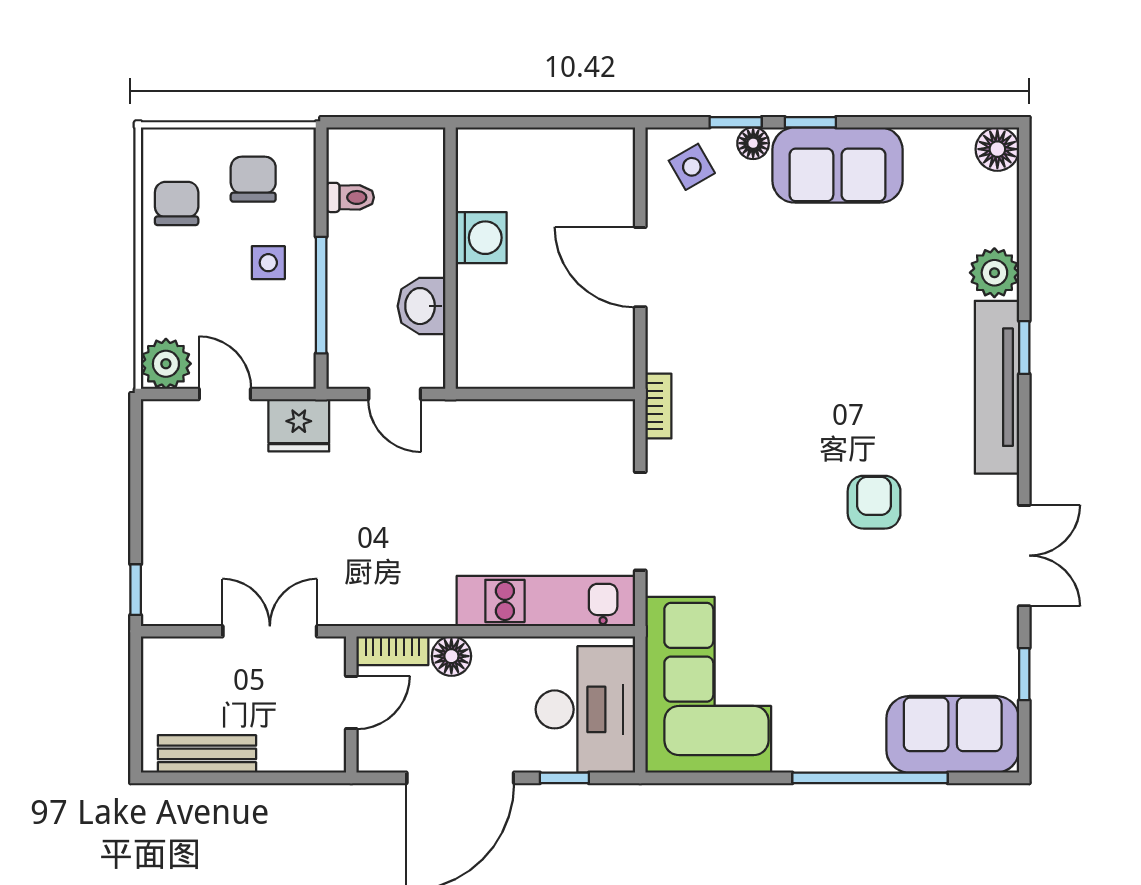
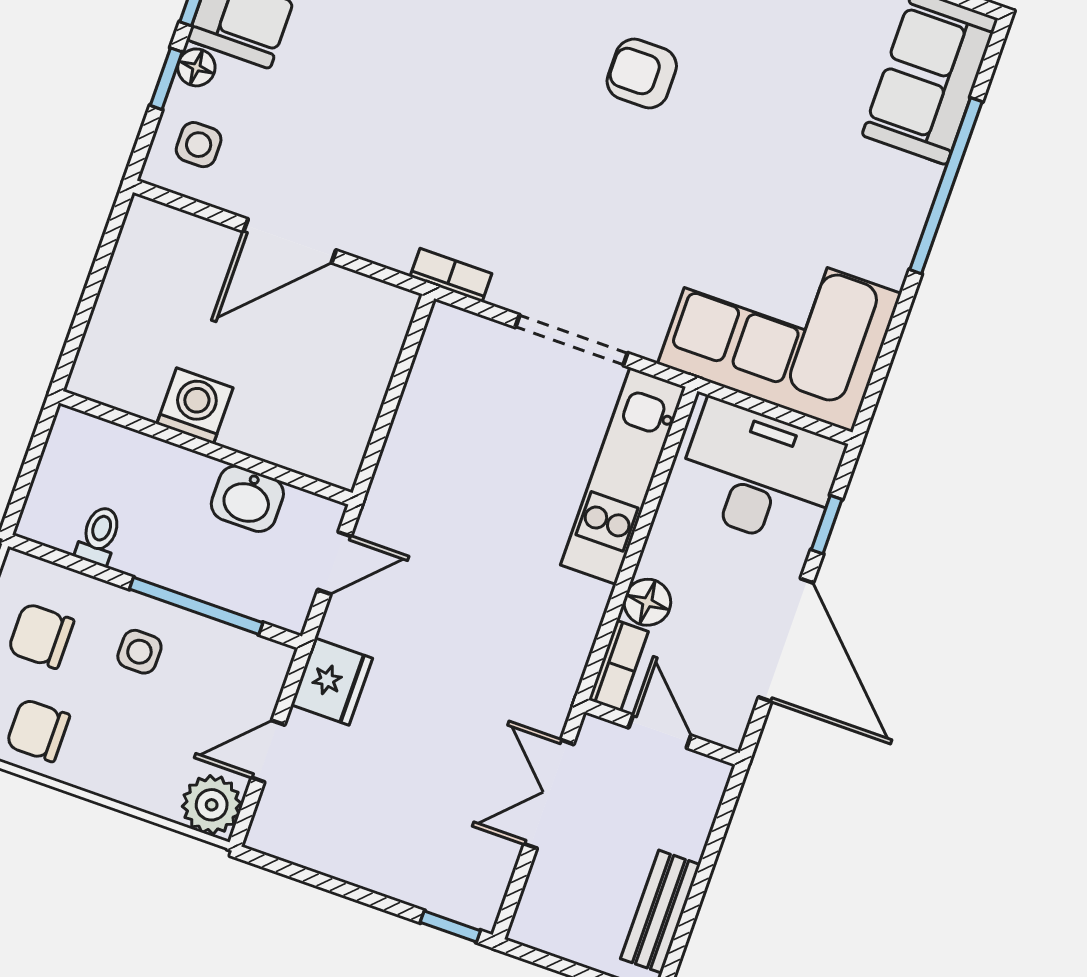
side table: (692, 167) -> (199, 145), turned 30

